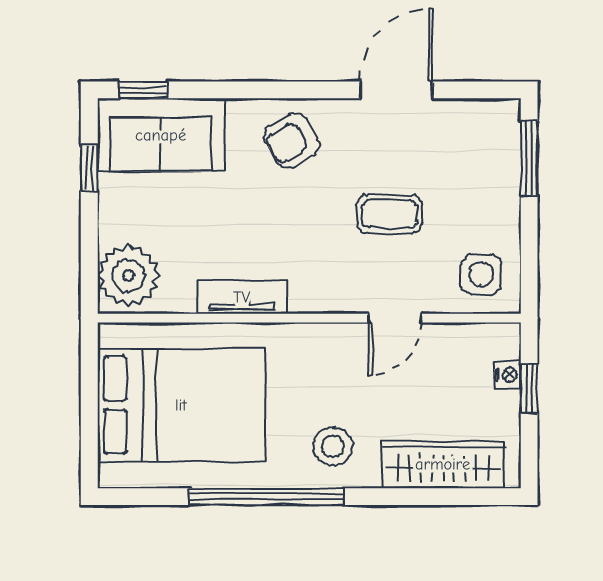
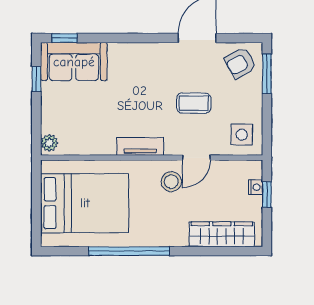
armchair: (292, 141) -> (240, 63), moved
plant: (128, 276) -> (49, 143), width x0.53, depth x0.53
tv unit: (242, 297) -> (140, 147), moved
stool: (333, 446) -> (171, 182), moved

